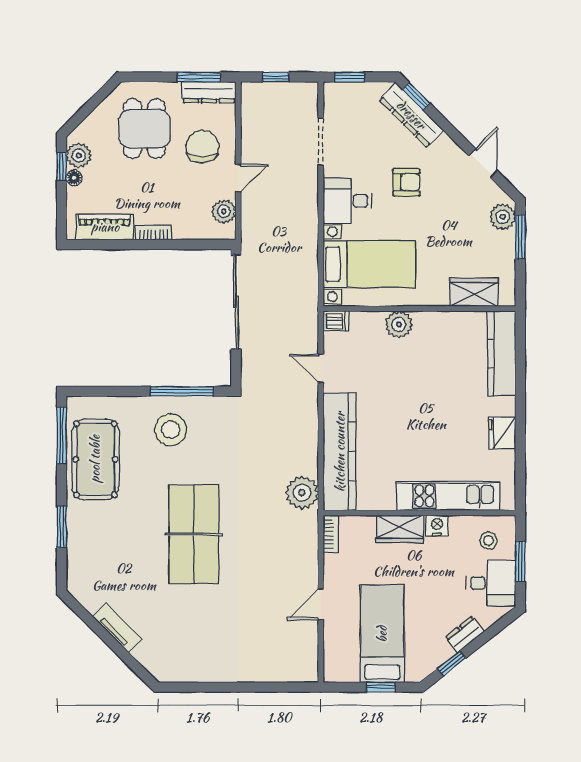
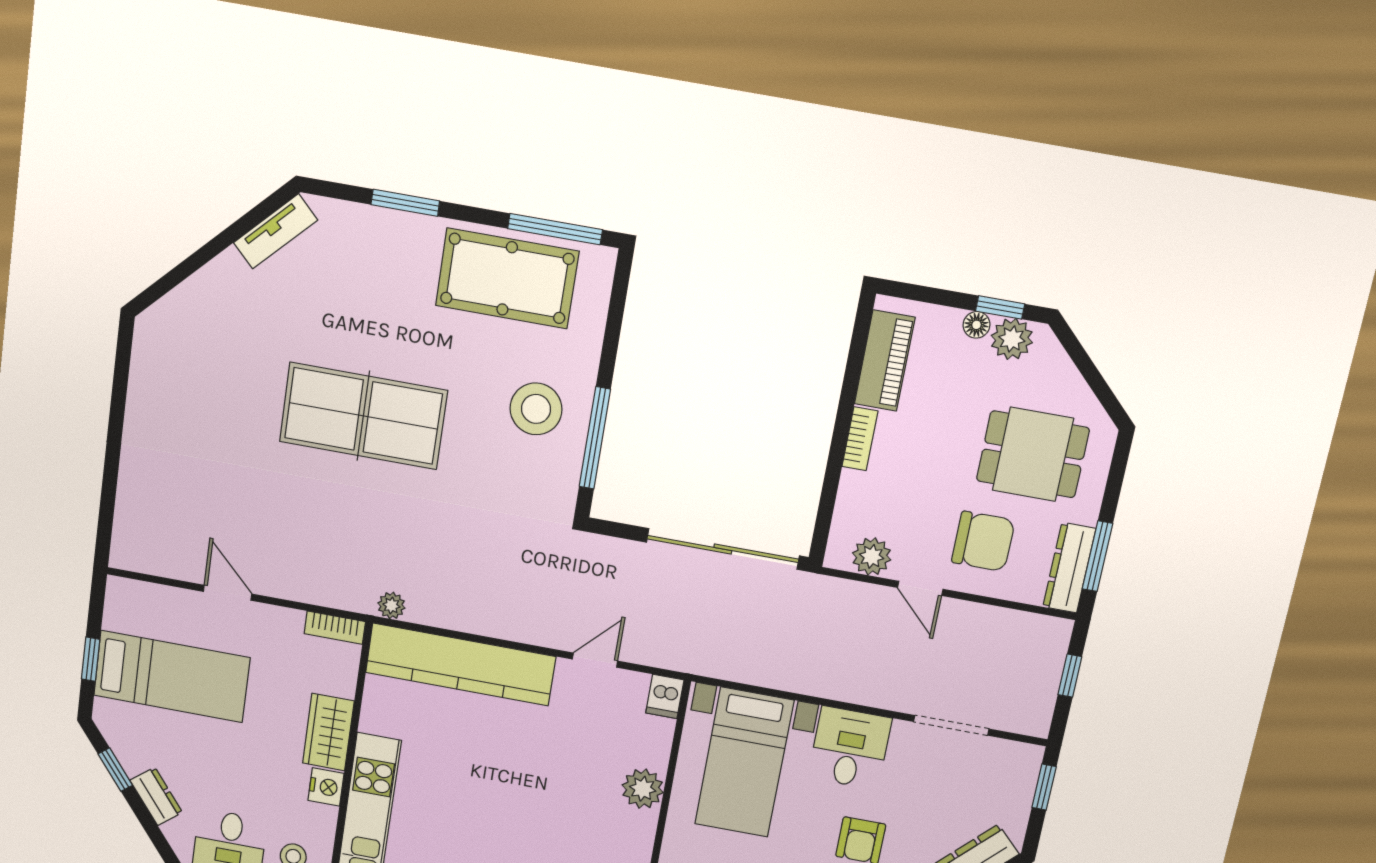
plant: (302, 493) -> (391, 606), width x0.53, depth x0.53
tv unit: (117, 628) -> (276, 231), moved

